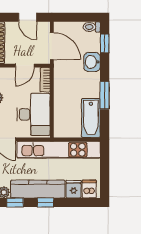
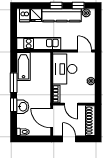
window: (105, 43) -> (14, 105), moved
door: (25, 66) -> (71, 104), swing flipped
kitchen unit: (59, 150) -> (39, 44), width x0.73

